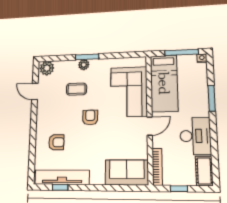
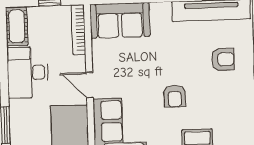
door: (150, 126) -> (90, 85), hinge flipped
armchair: (56, 142) -> (223, 59), turned 180

